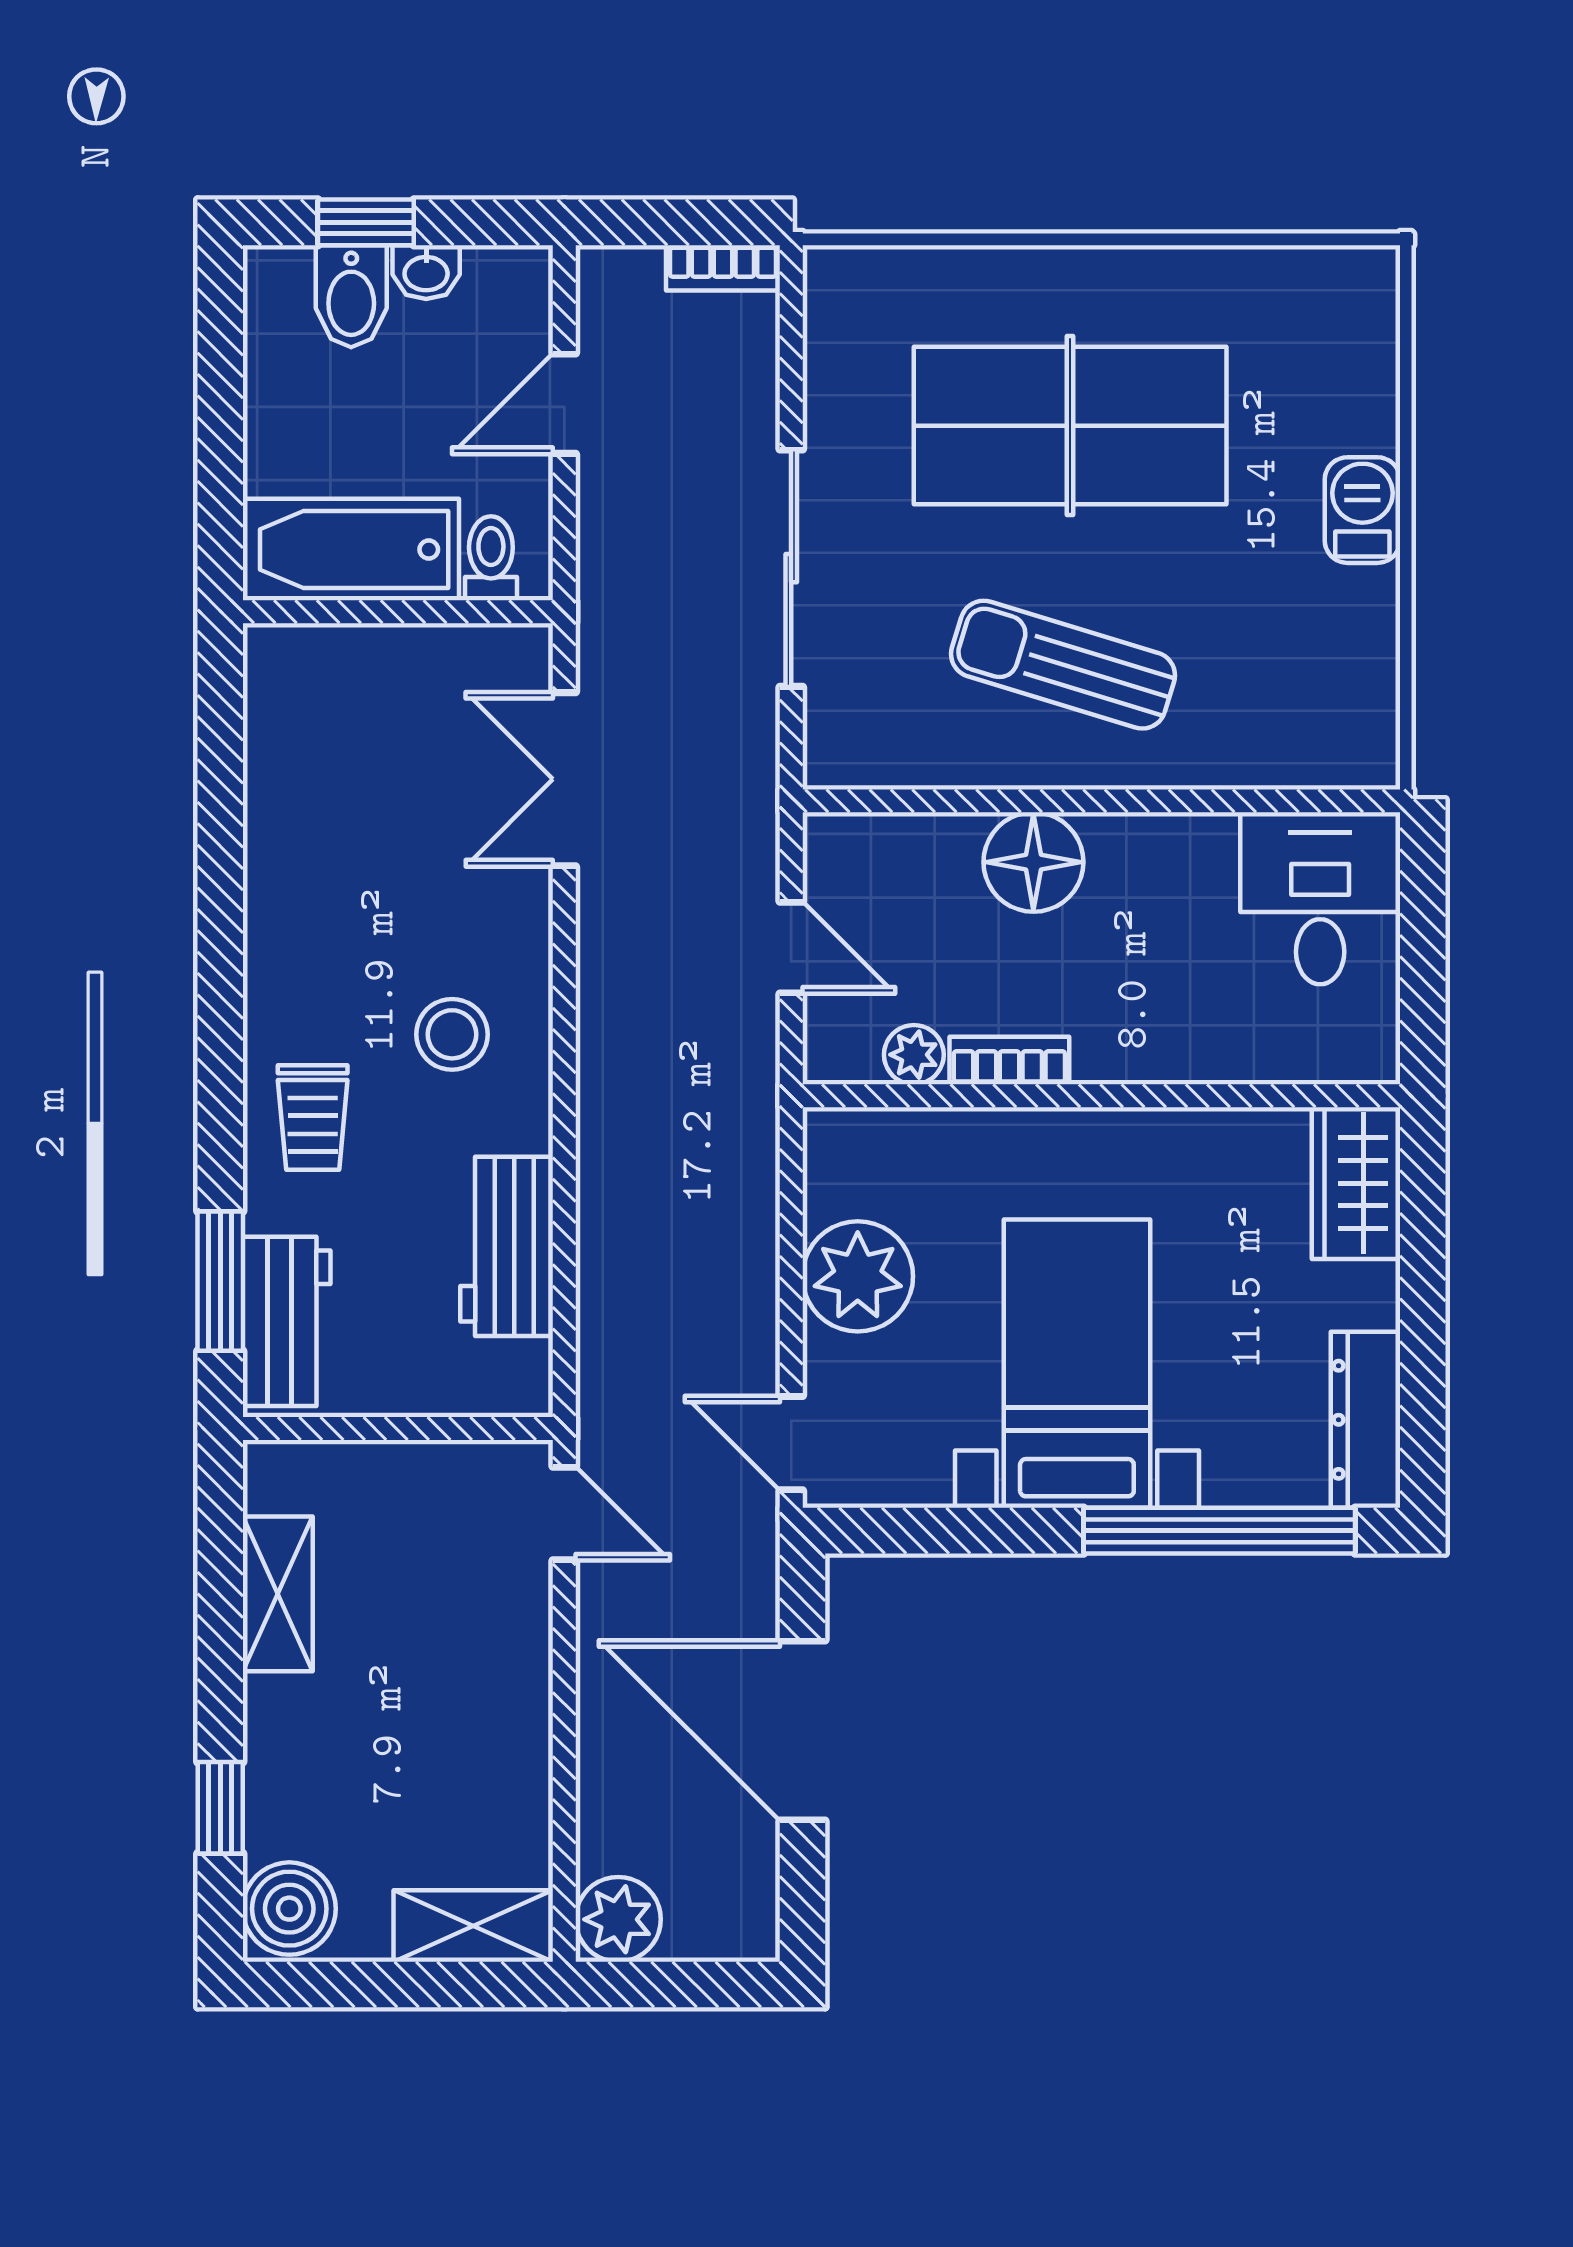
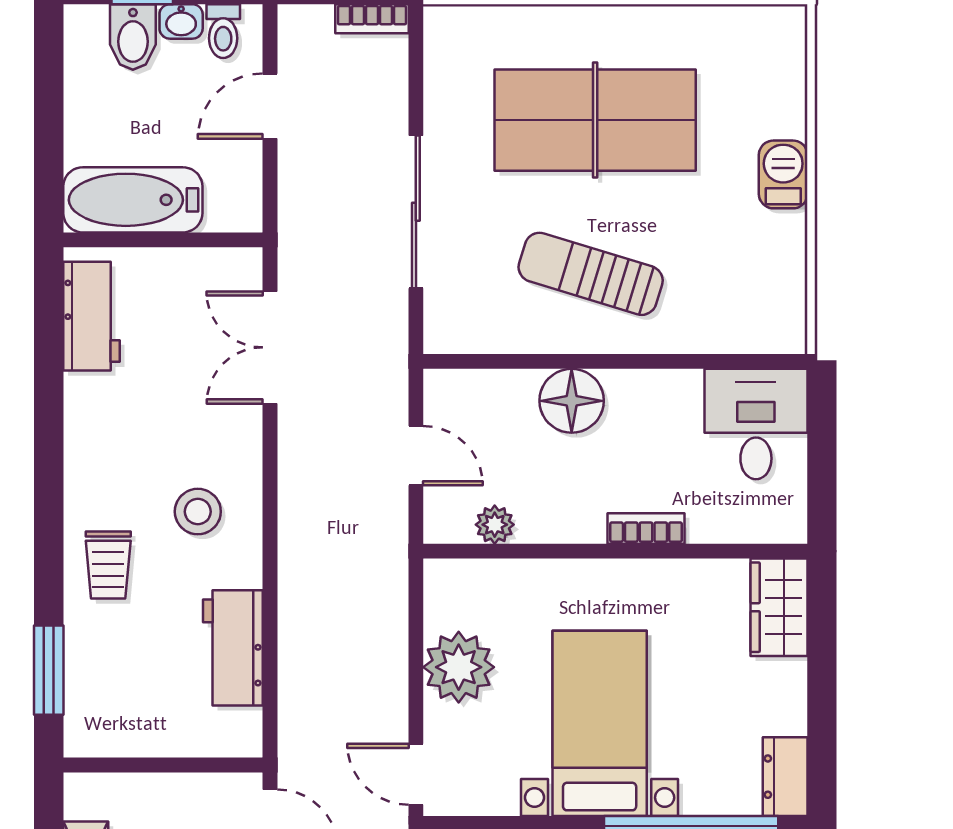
toilet: (491, 558) -> (223, 31), moved, turned 180
bookcase: (1009, 1061) -> (646, 528), moved
workbench: (287, 1321) -> (91, 316), moved
dresser: (1366, 1420) -> (785, 777), width x0.70

